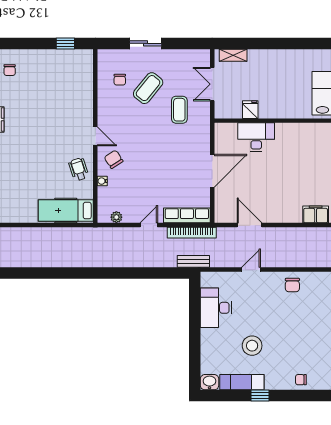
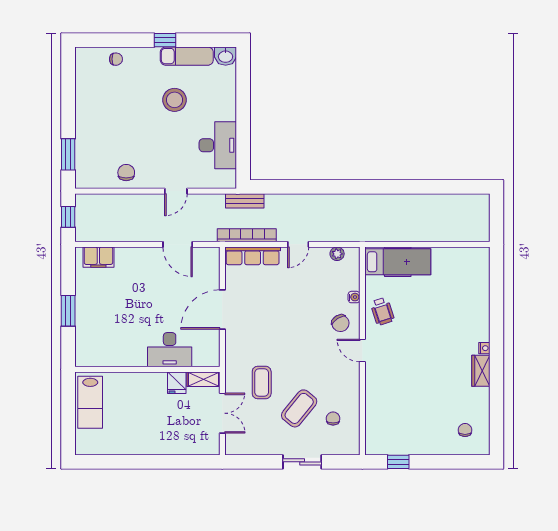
shelving: (233, 55) -> (203, 379), moved

